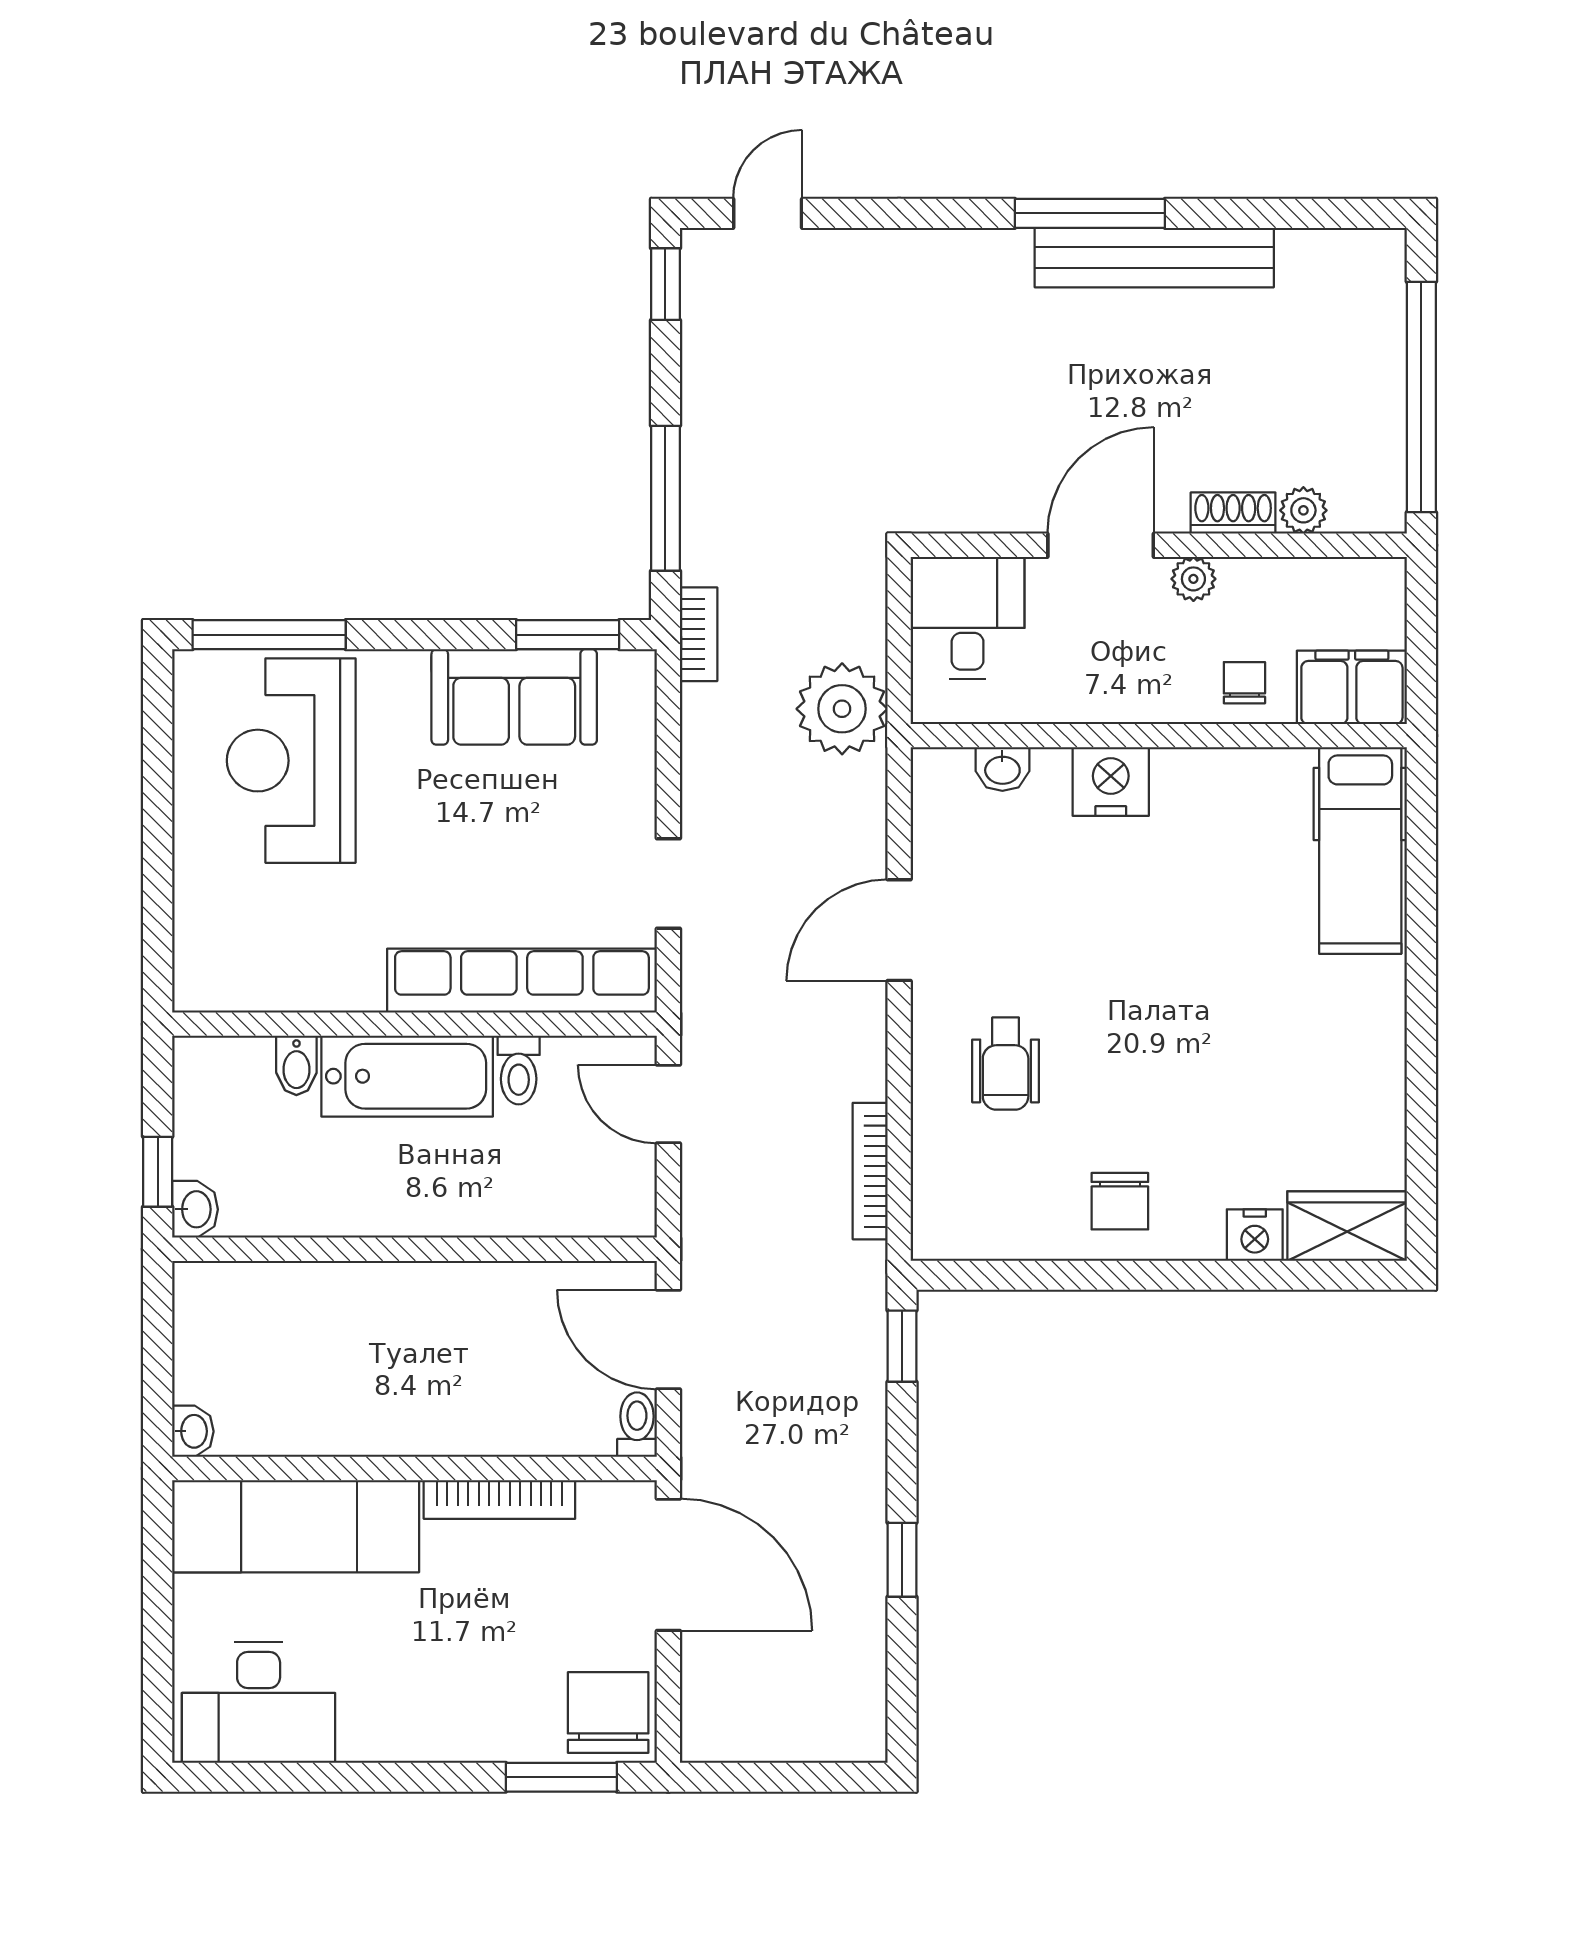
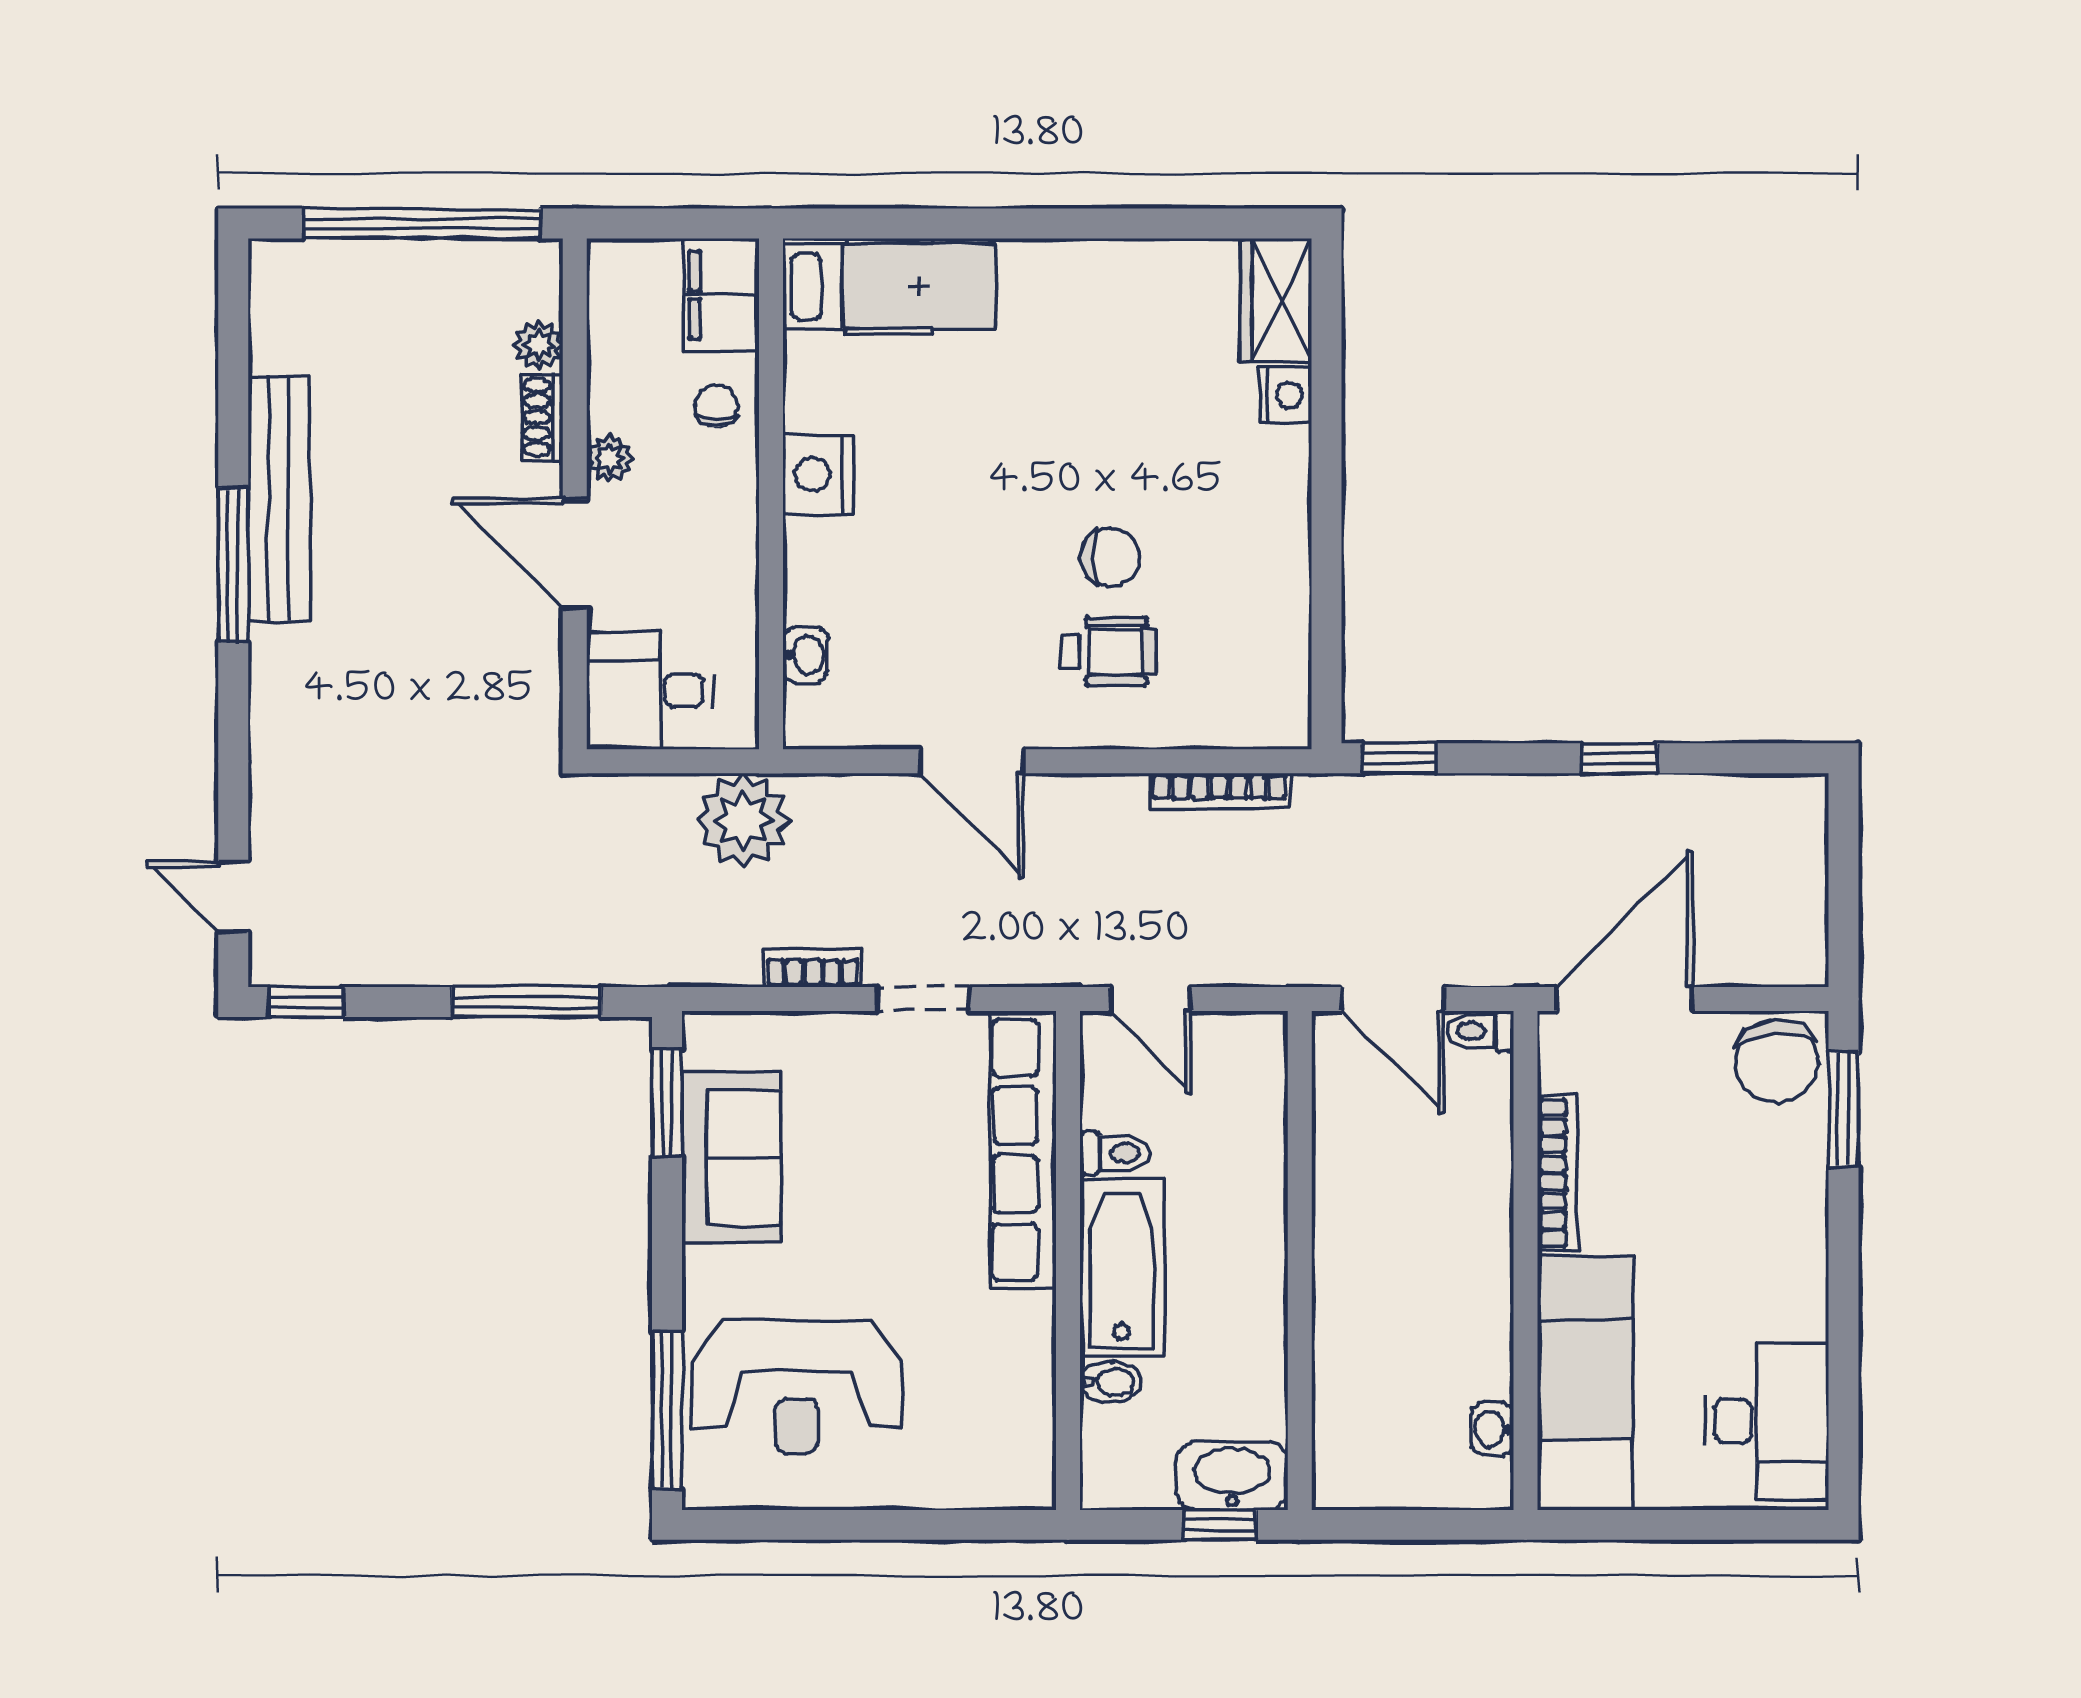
bookcase: (699, 634) -> (813, 968), moved
chair: (1244, 683) -> (716, 406), turned 90
nightstand: (1111, 781) -> (818, 475), moved
door: (668, 1104) -> (1150, 999), hinge flipped
chair: (1120, 1201) -> (1110, 557), moved
washbasin: (195, 1209) -> (1232, 1476), width x1.91, depth x1.45
door: (668, 1339) -> (1393, 999), hinge flipped
washbasin: (193, 1431) -> (1492, 1429), moved, turned -90
chair: (608, 1713) -> (1777, 1061), turned -94

